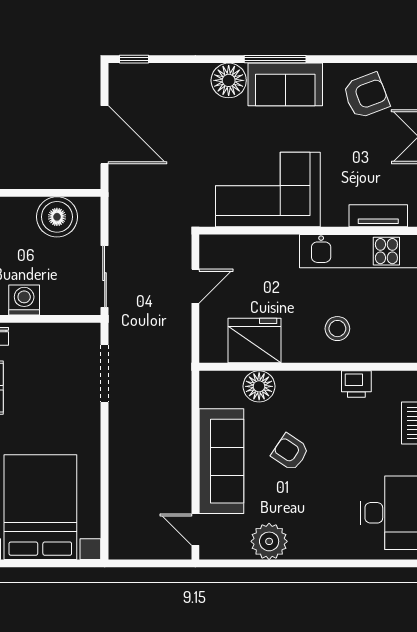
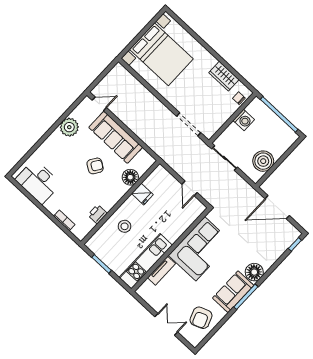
tv unit: (378, 216) -> (161, 271), moved
fridge: (254, 341) -> (142, 194), width x0.53, depth x0.75

